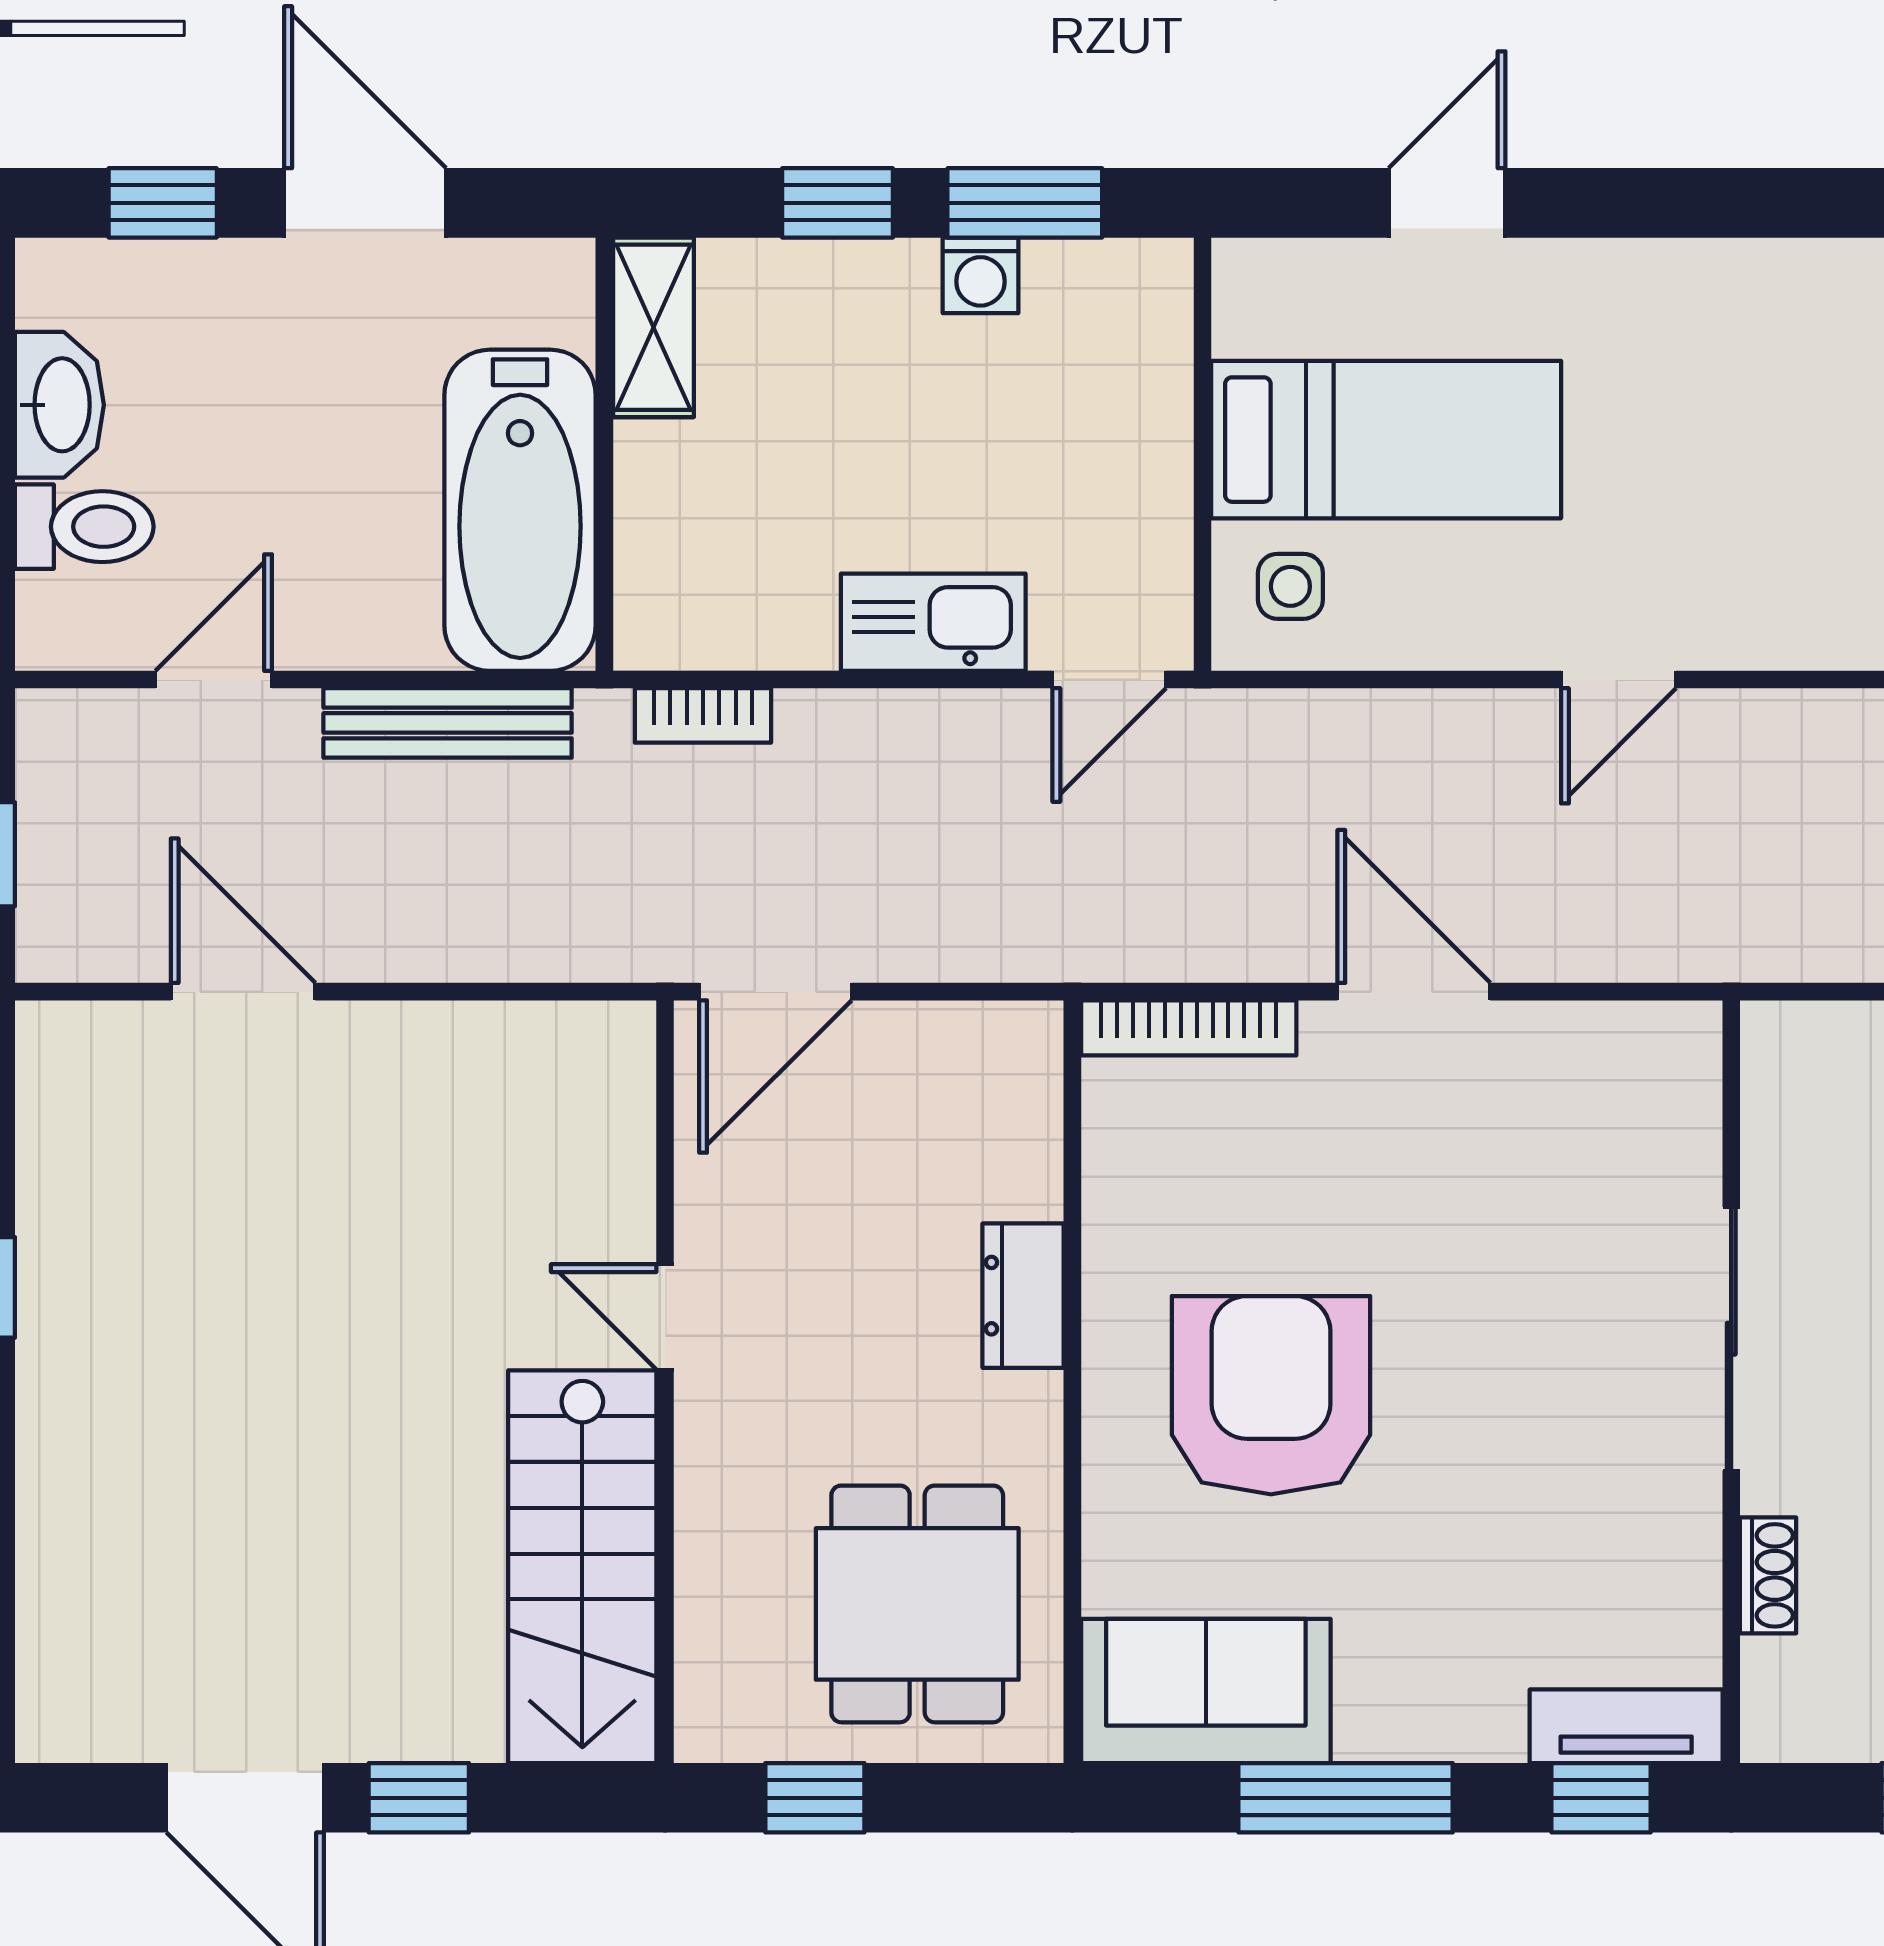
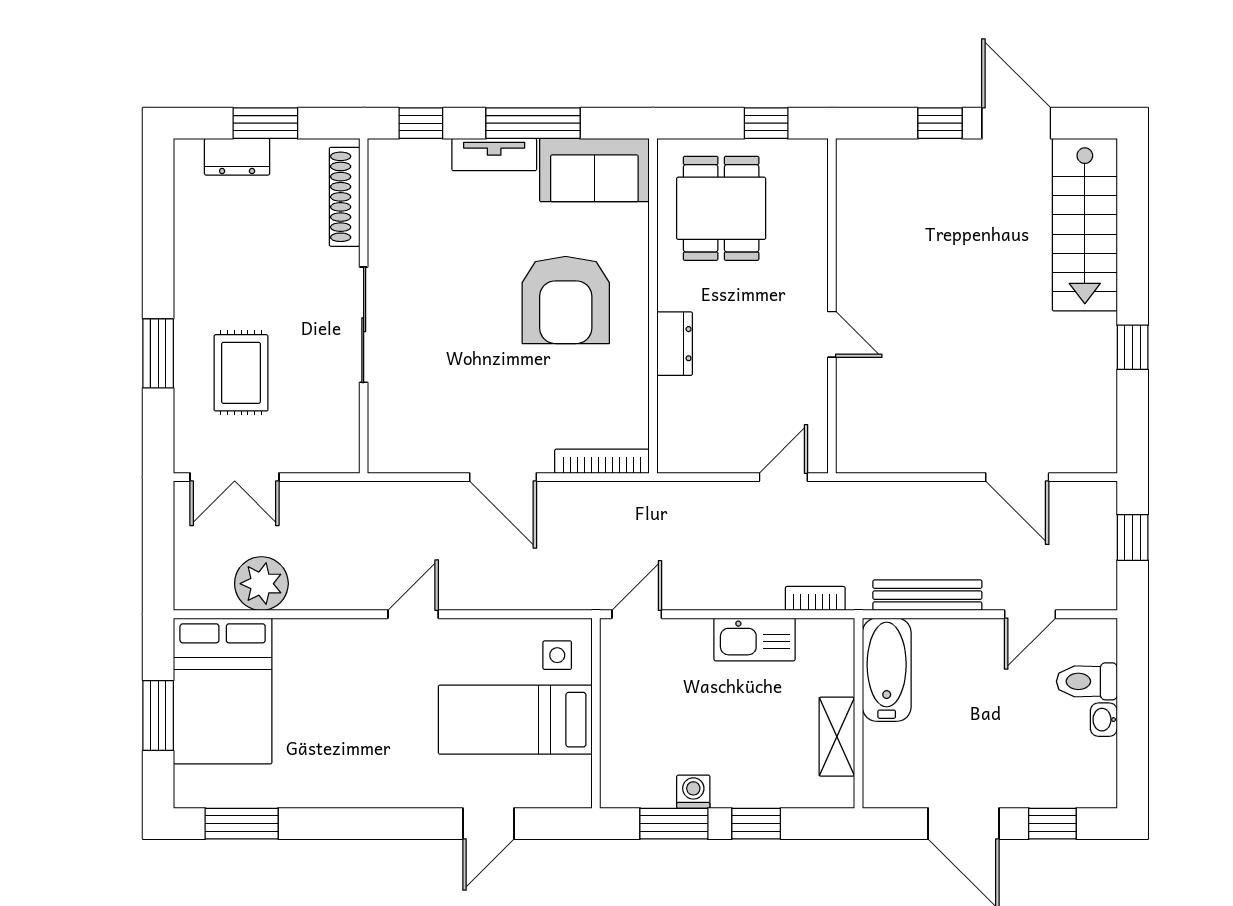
shelving: (653, 327) -> (837, 737), moved
washbasin: (59, 405) -> (1104, 720), width x0.52, depth x0.69
bathtub: (520, 510) -> (887, 670), width x0.73, depth x0.73
kitchen sink: (933, 622) -> (755, 639), moved
door: (775, 992) -> (783, 477), width x0.73
stairs: (582, 1567) -> (1085, 225), moved, turned 180
shoe rack: (1768, 1575) -> (345, 197), width x1.94, depth x1.24
tv unit: (1626, 1726) -> (494, 155), moved

